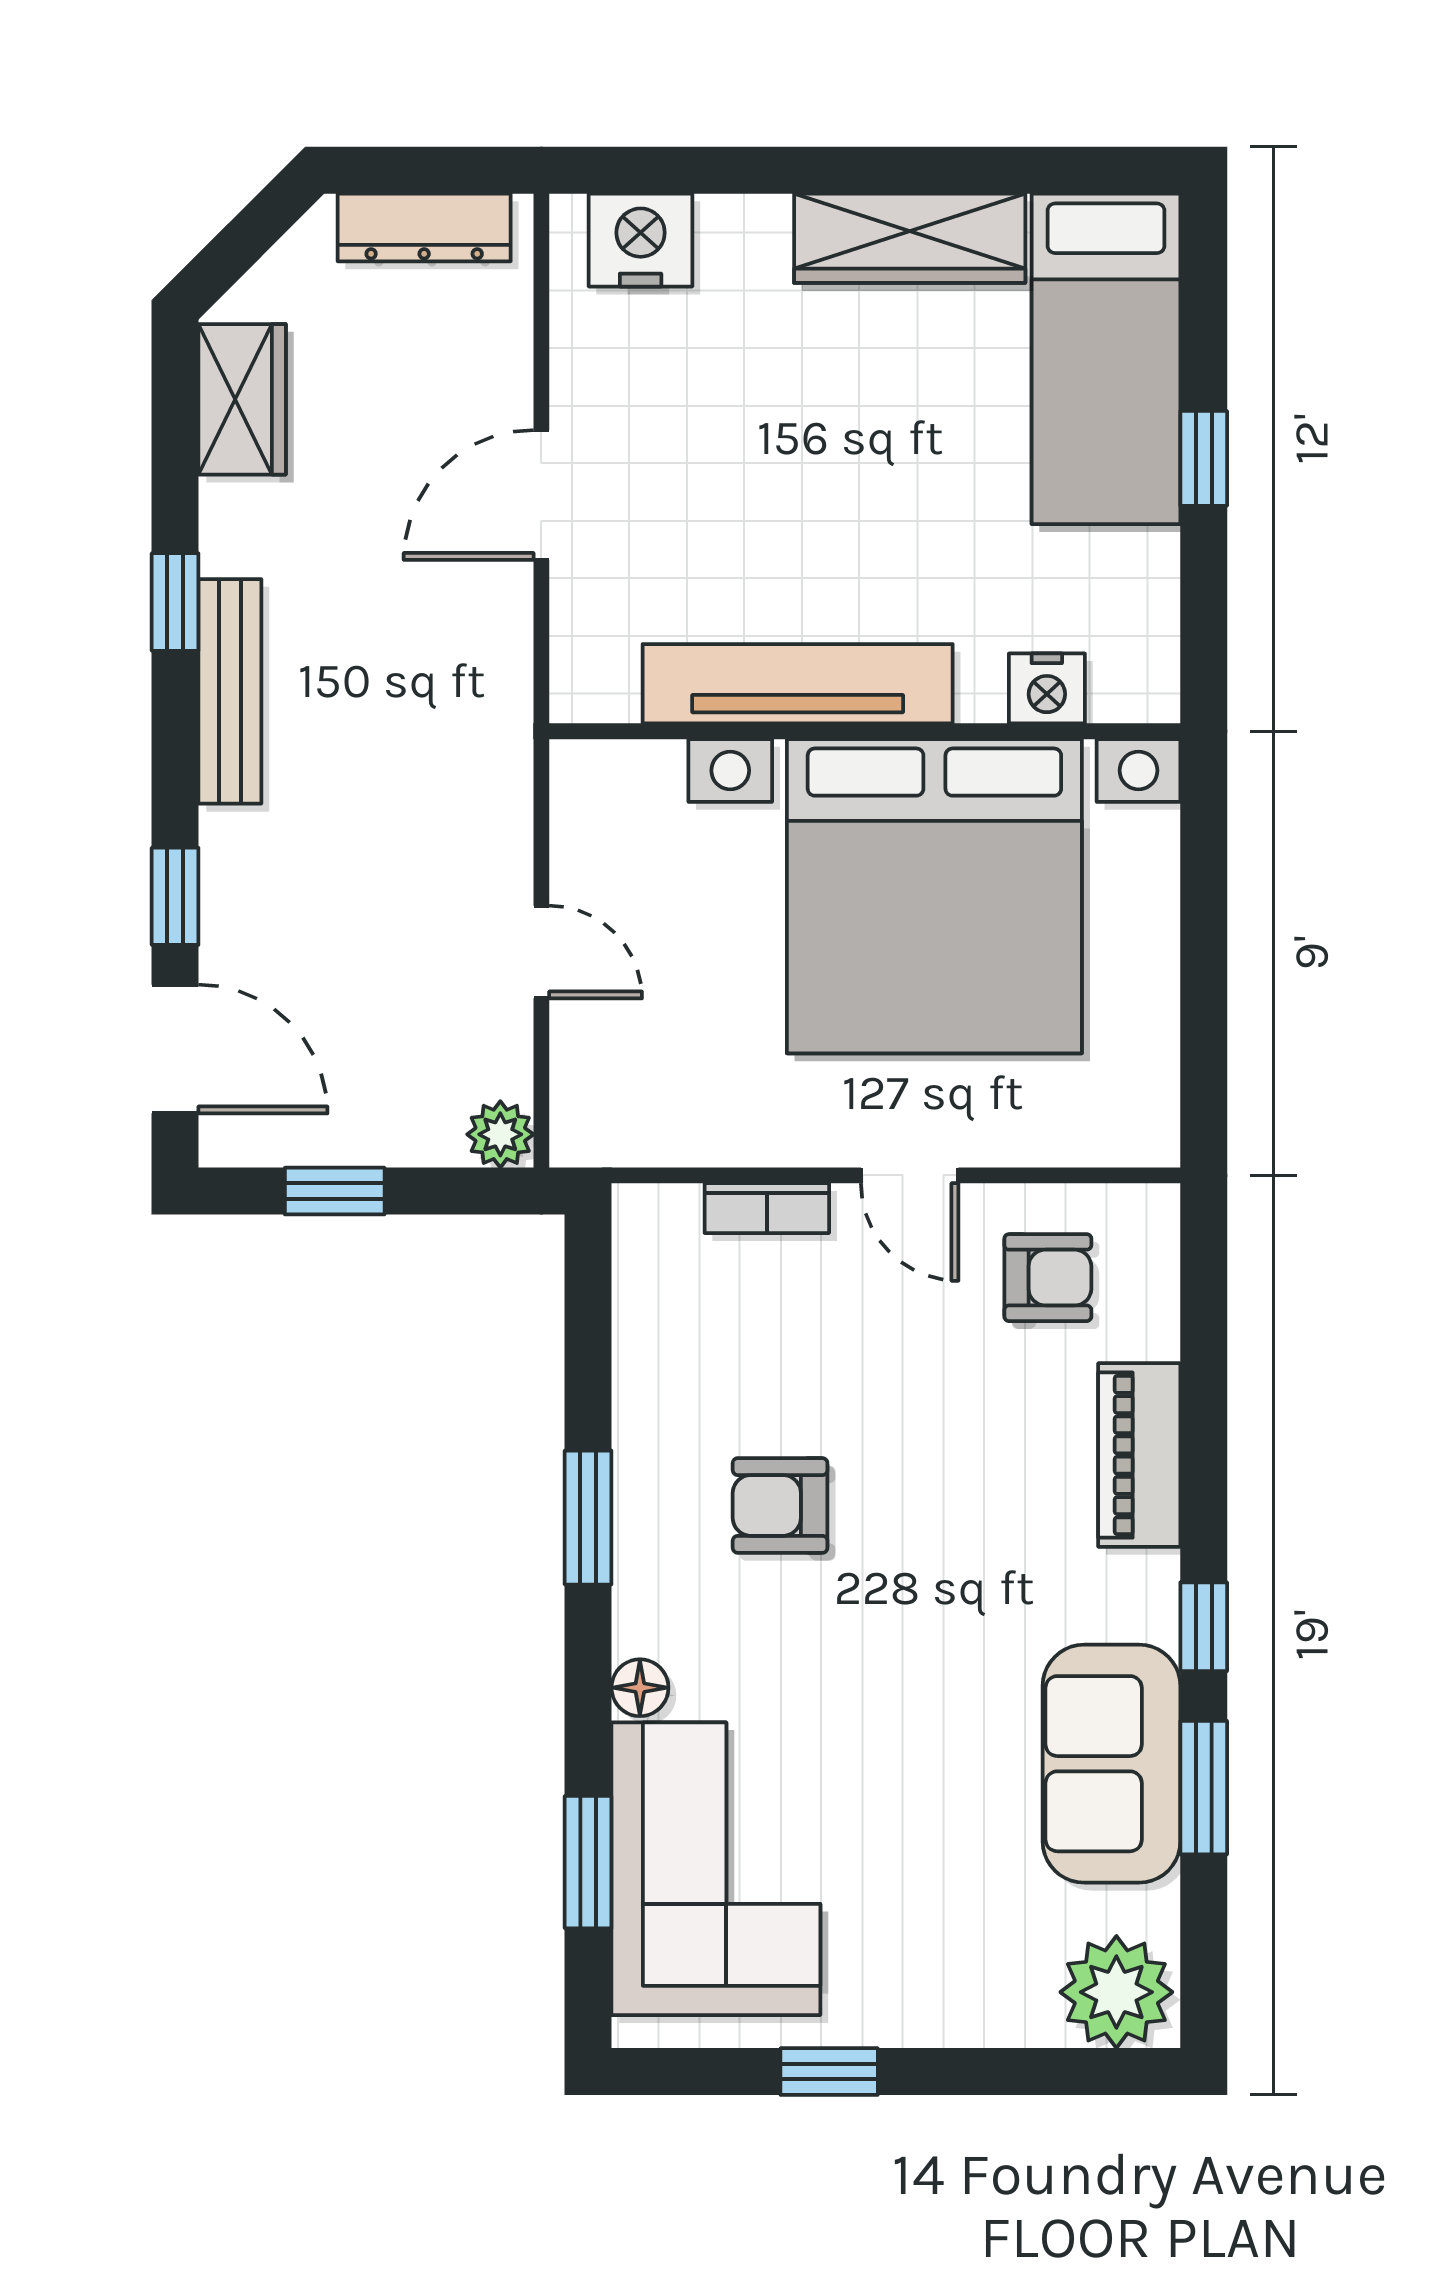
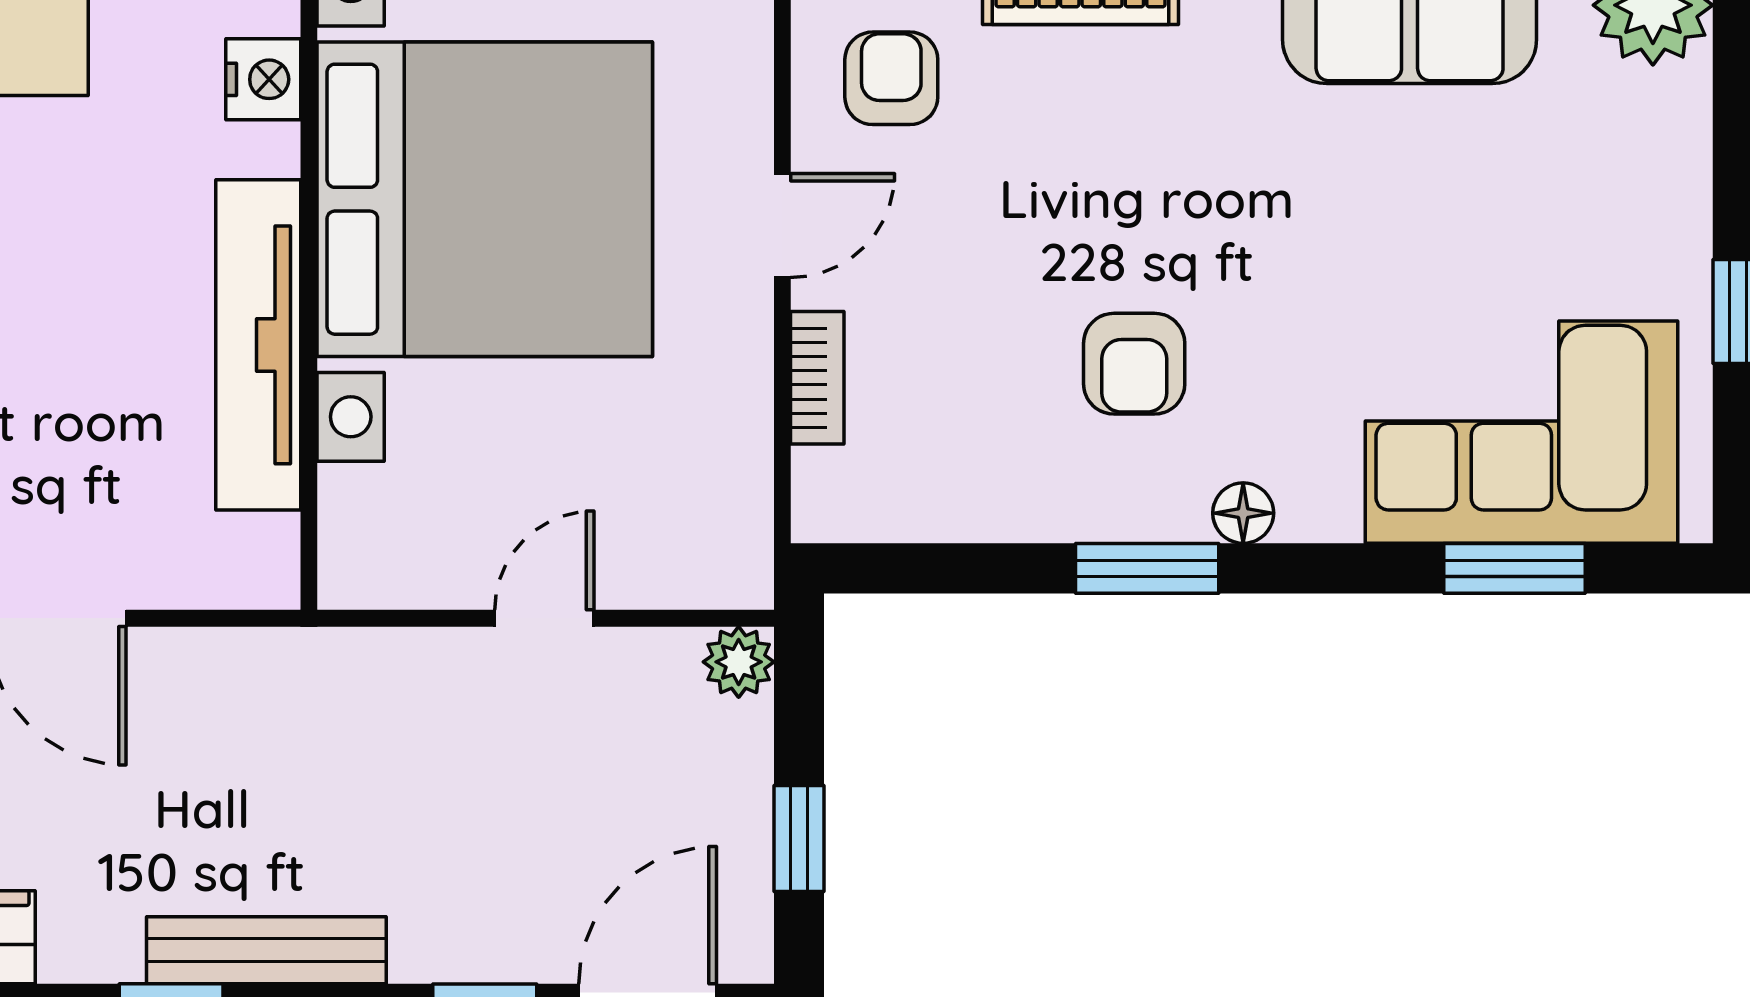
floor lamp: (640, 1688) -> (1243, 513), moved

